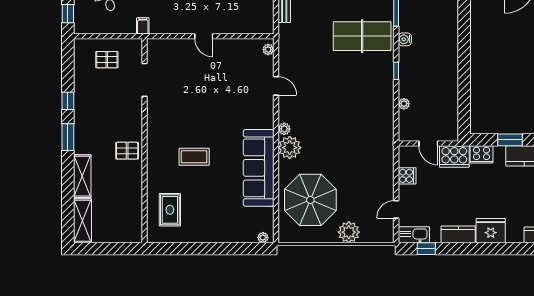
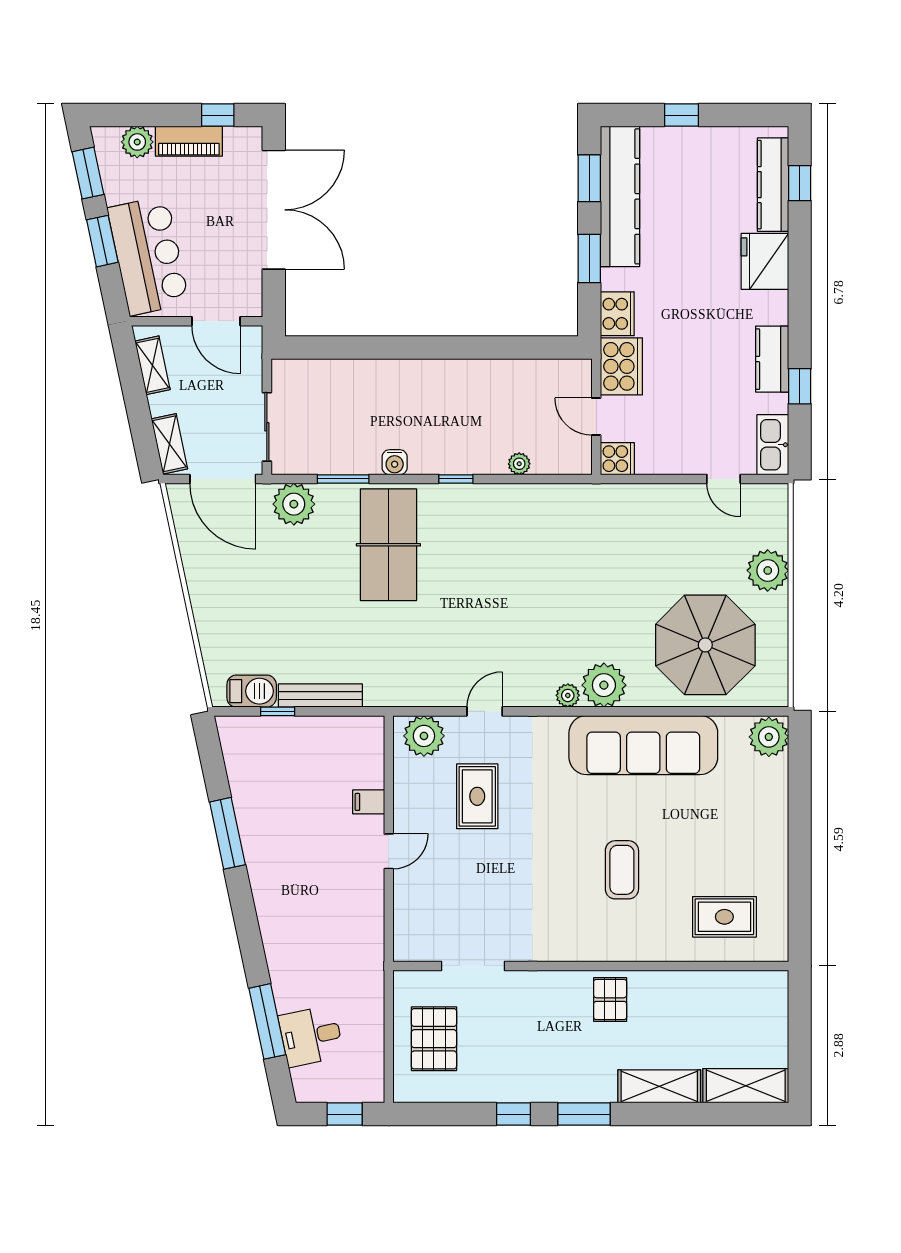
filing cabinet: (143, 26) -> (369, 802), moved
plant: (268, 50) -> (424, 736), width x1.87, depth x1.87
pallet: (107, 60) -> (434, 1039), width x1.50, depth x1.42
rug: (232, 82) -> (477, 796), added
door: (428, 144) -> (596, 417), swing flipped
cooker: (407, 176) -> (617, 459), moved, turned 90
fridge: (491, 231) -> (765, 261), moved
plant: (263, 237) -> (769, 737), width x1.87, depth x1.87
window: (426, 249) -> (800, 386), moved

